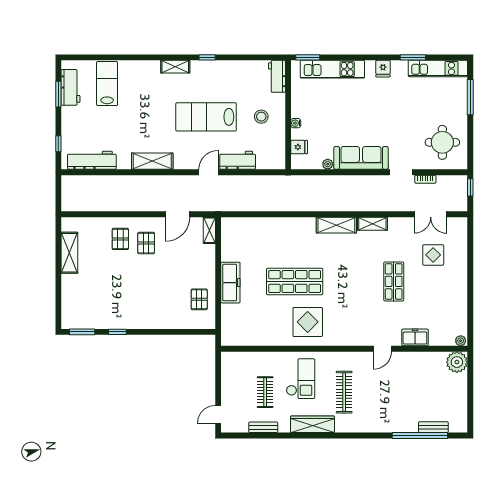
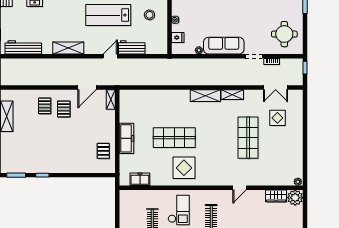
shop shelf: (394, 281) -> (248, 138), width x1.43, depth x1.36
freezer: (415, 337) -> (140, 179), moved
wardrobe: (431, 360) -> (276, 196), added

